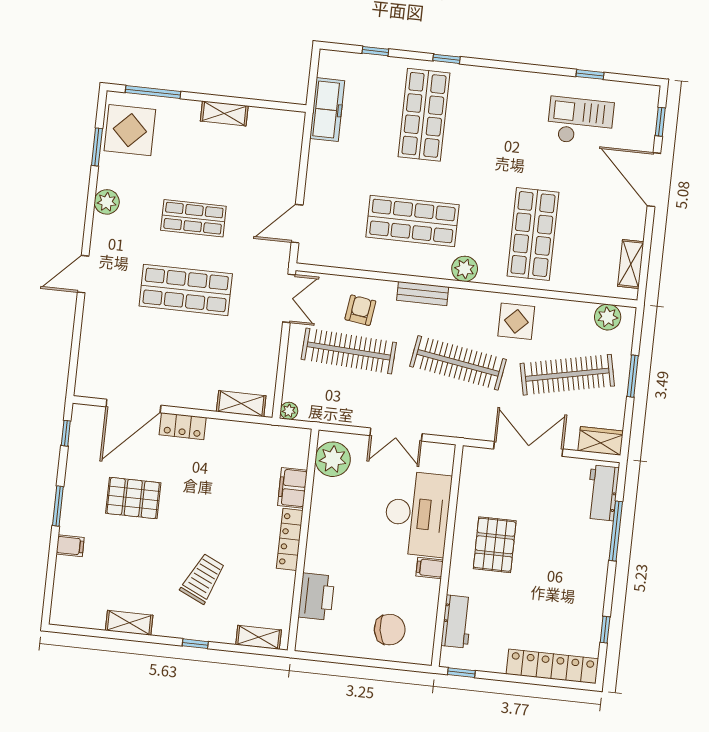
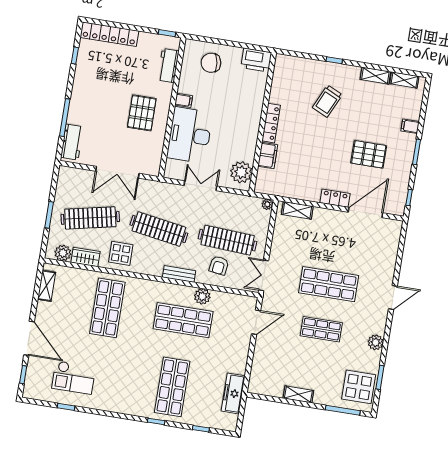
plant: (465, 269) -> (202, 296), moved
wardrobe: (601, 441) -> (85, 257), moved, turned 180
printer: (316, 597) -> (256, 60), moved, turned -90
shelving: (259, 637) -> (404, 80), moved

